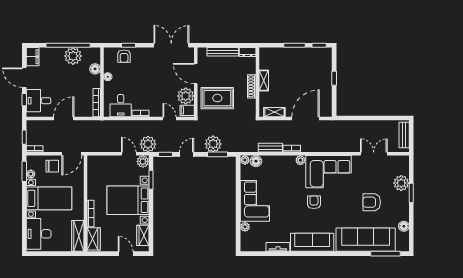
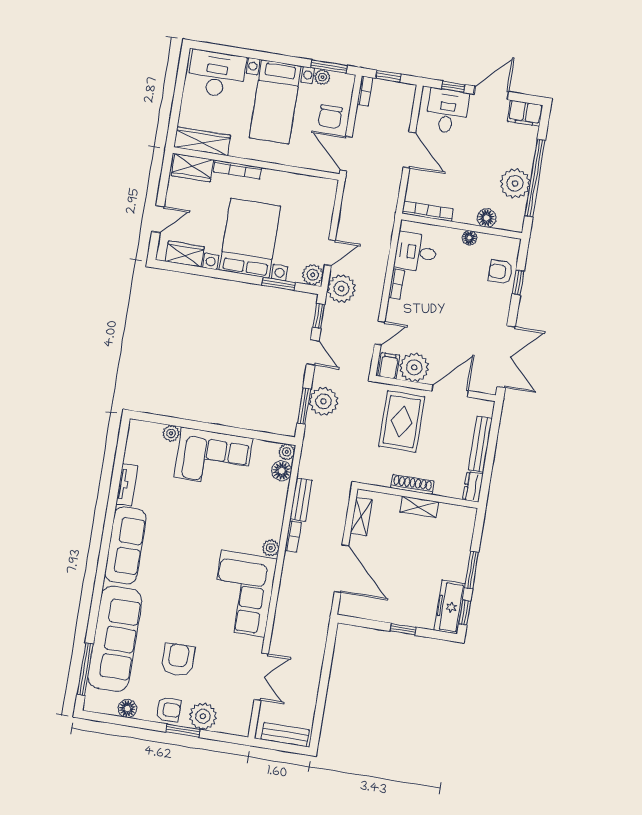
freezer: (317, 54) -> (450, 607), added
armchair: (314, 202) -> (168, 710), moved

